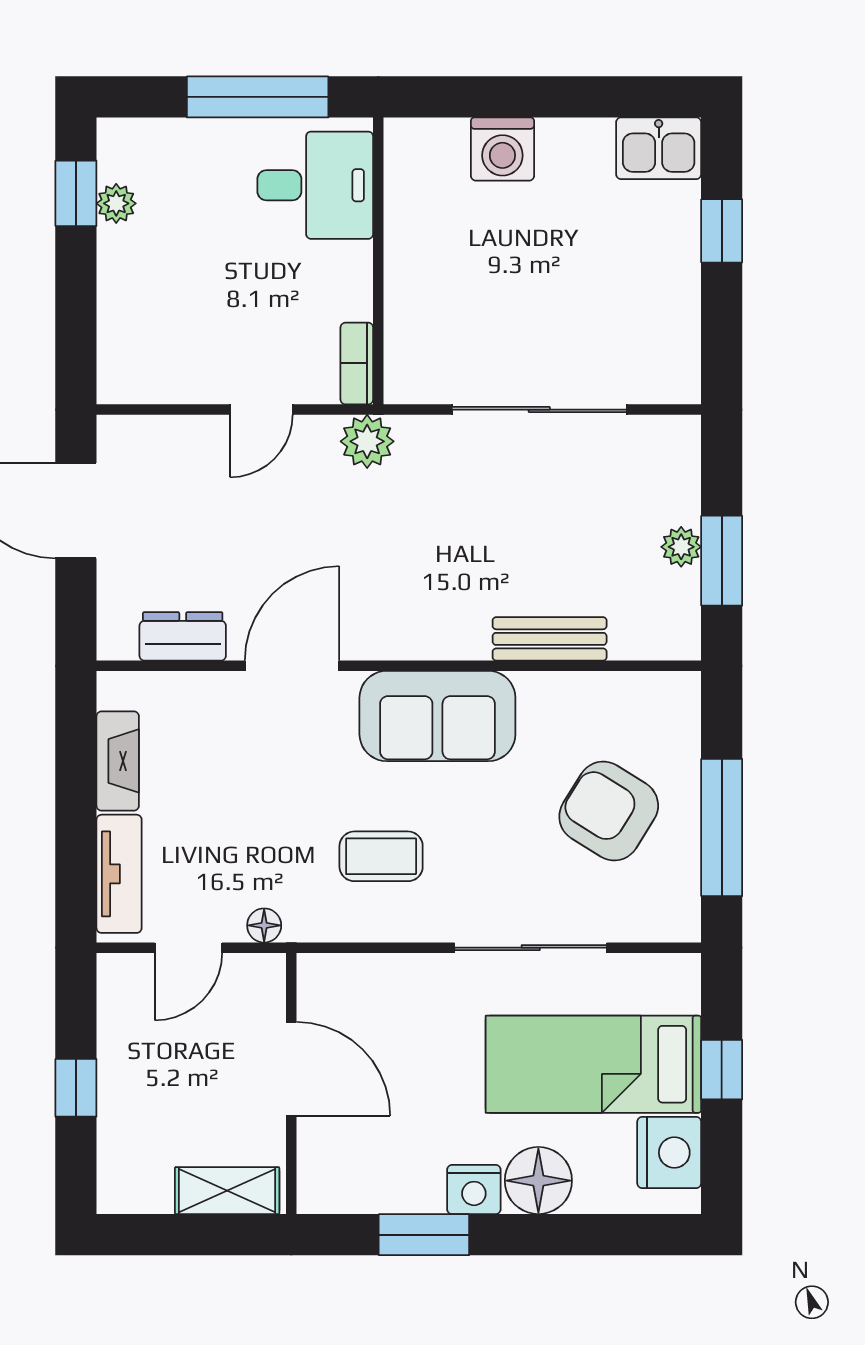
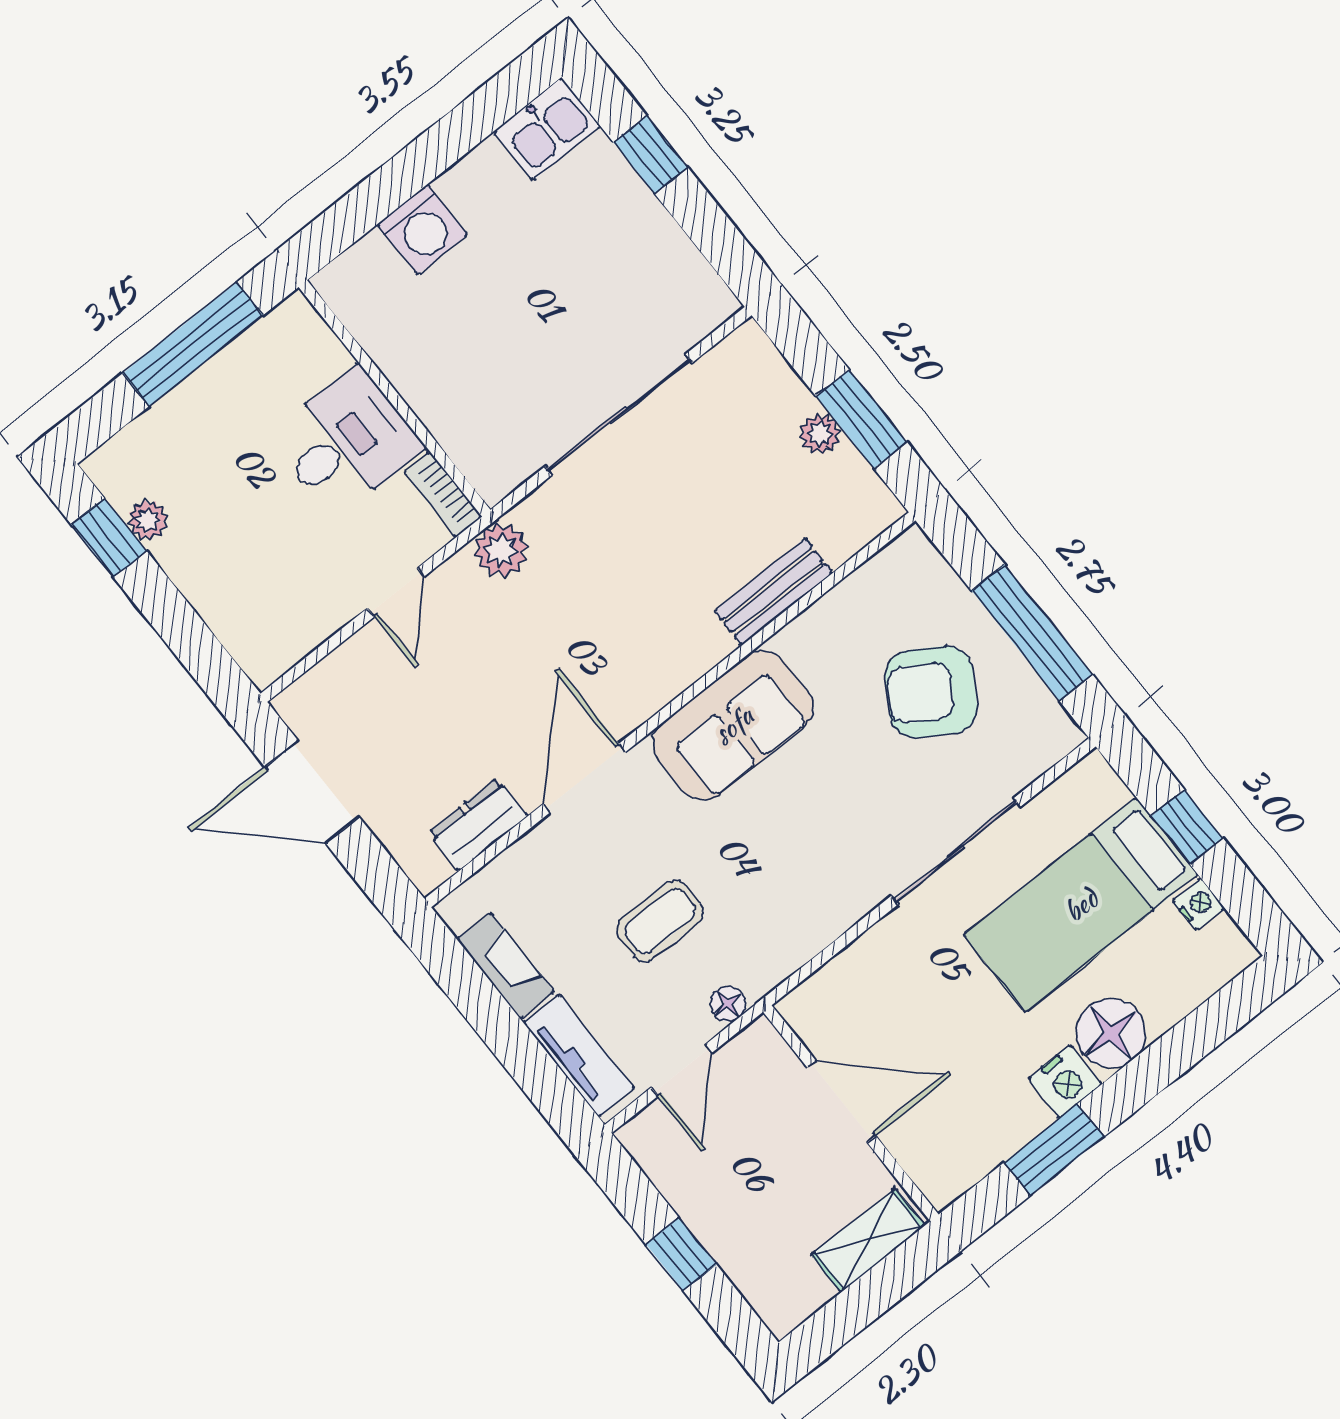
desk: (315, 185) -> (346, 442), moved
coffee table: (381, 856) -> (660, 921), moved
nightstand: (669, 1153) -> (1199, 904), width x0.53, depth x0.56

